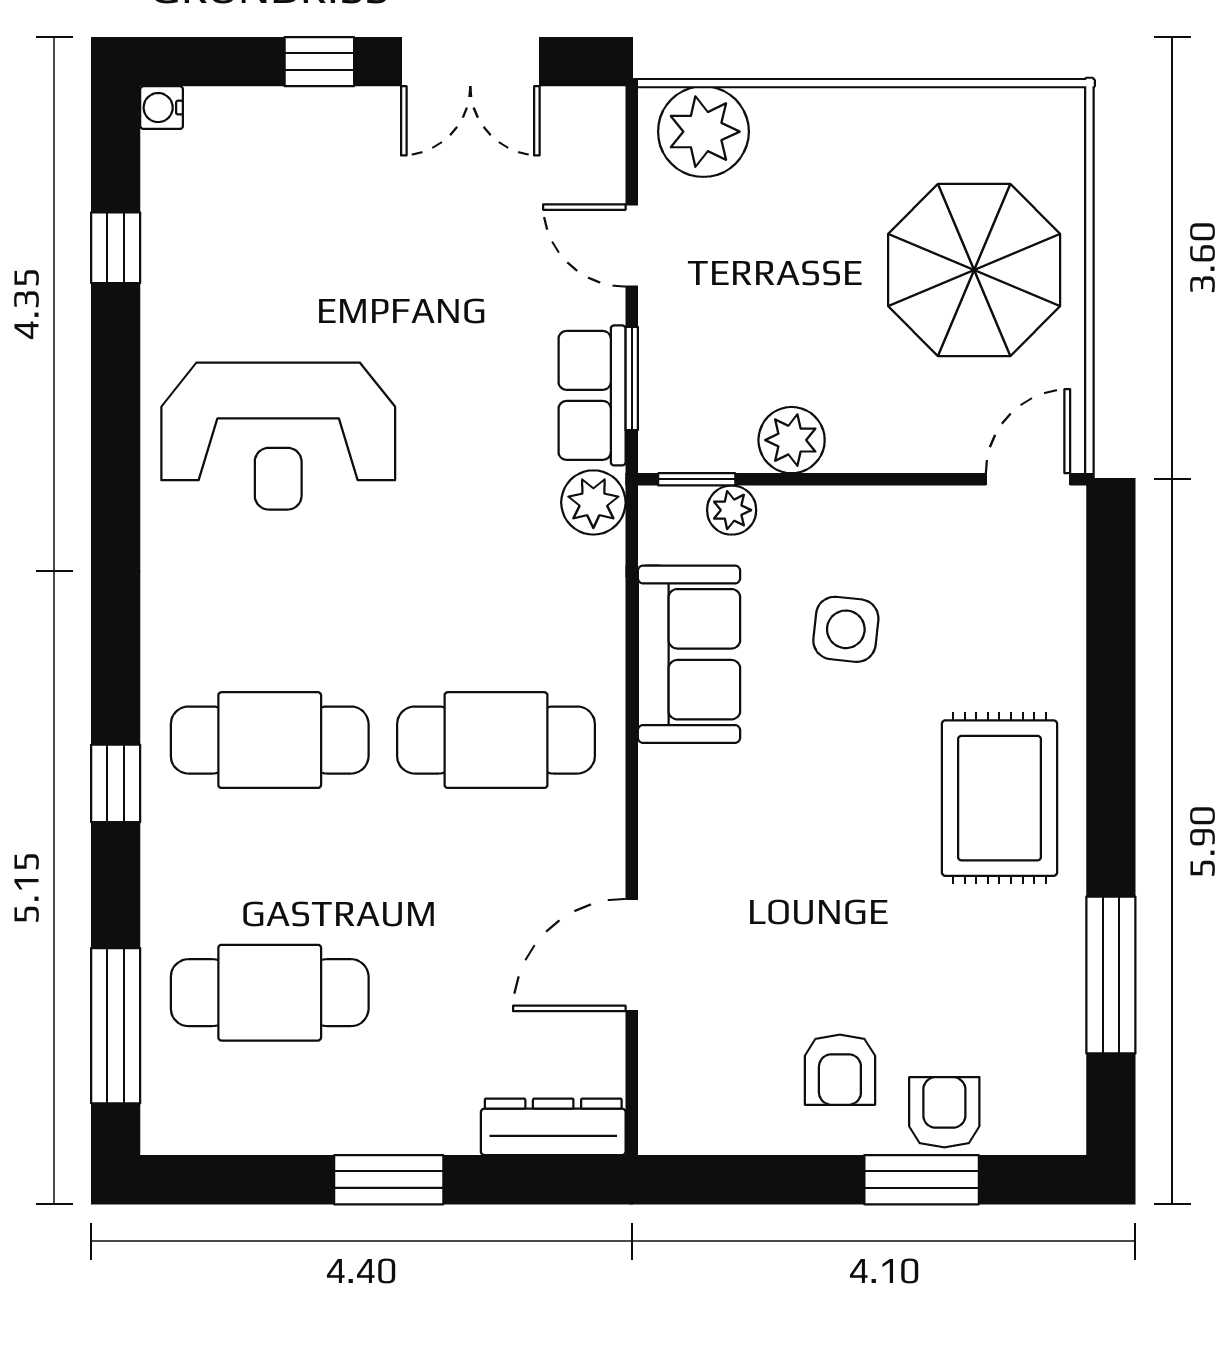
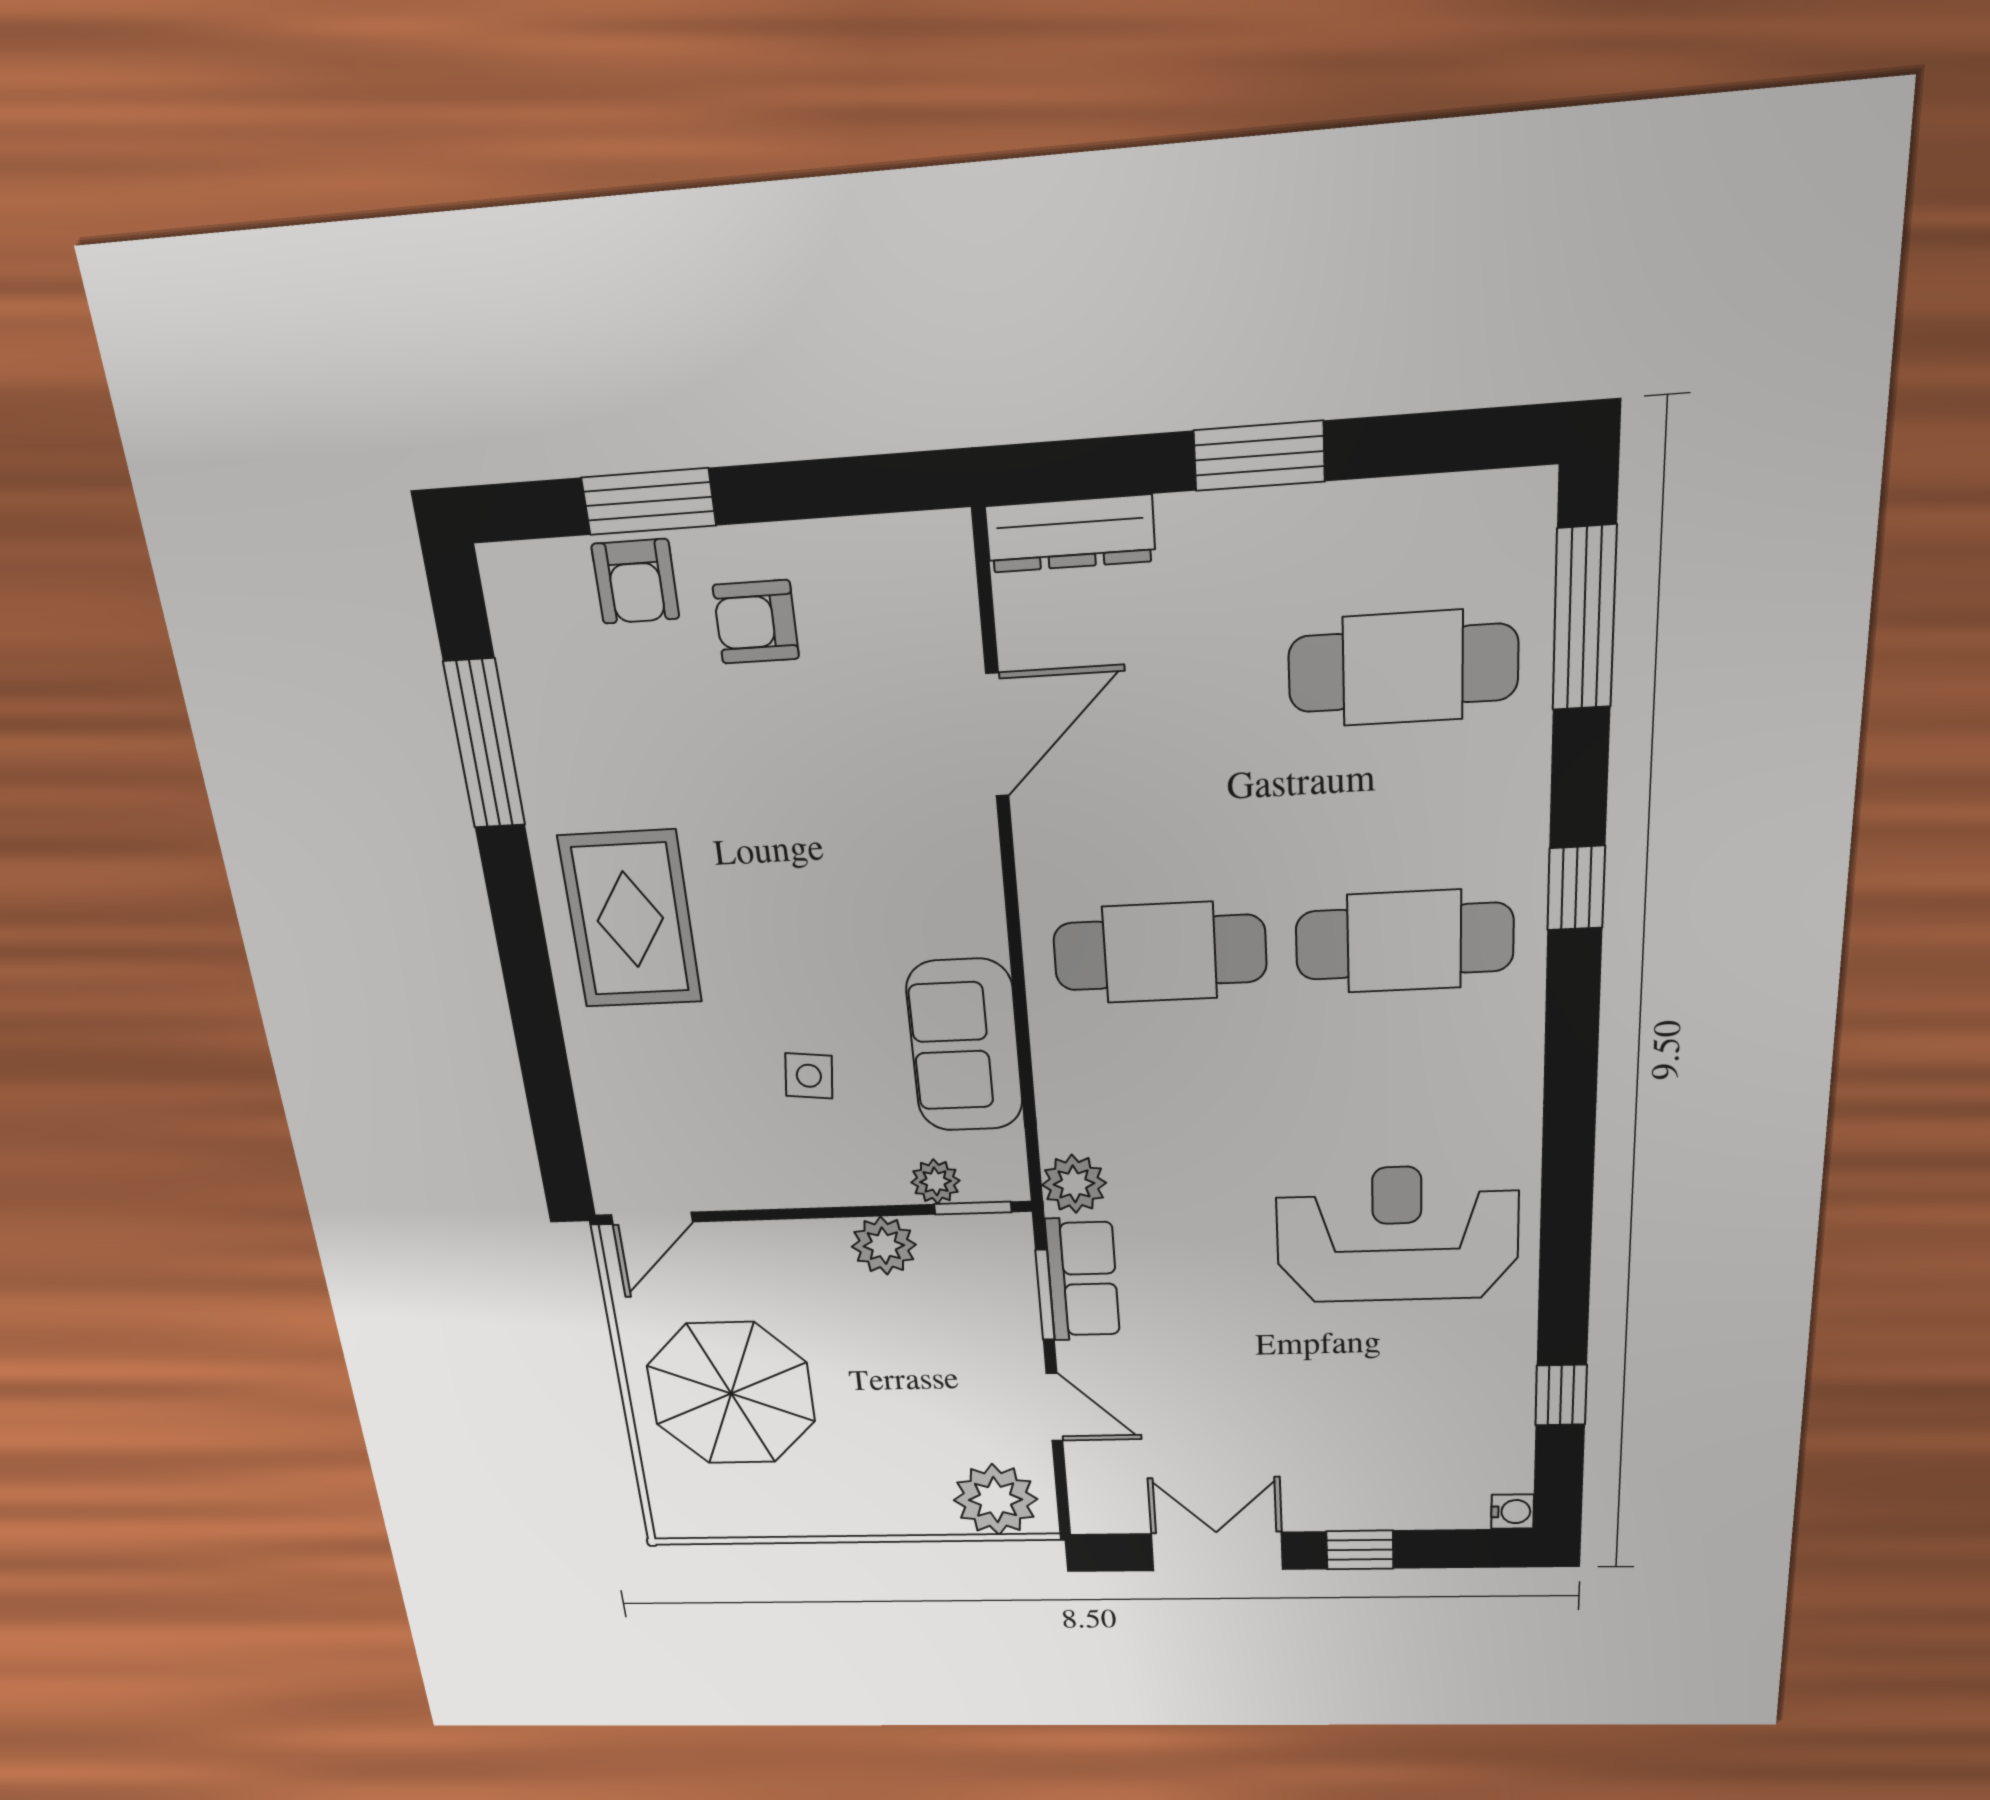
side table: (846, 629) -> (809, 1076), width x0.73, depth x0.73
armchair: (840, 1070) -> (756, 622), turned -90

